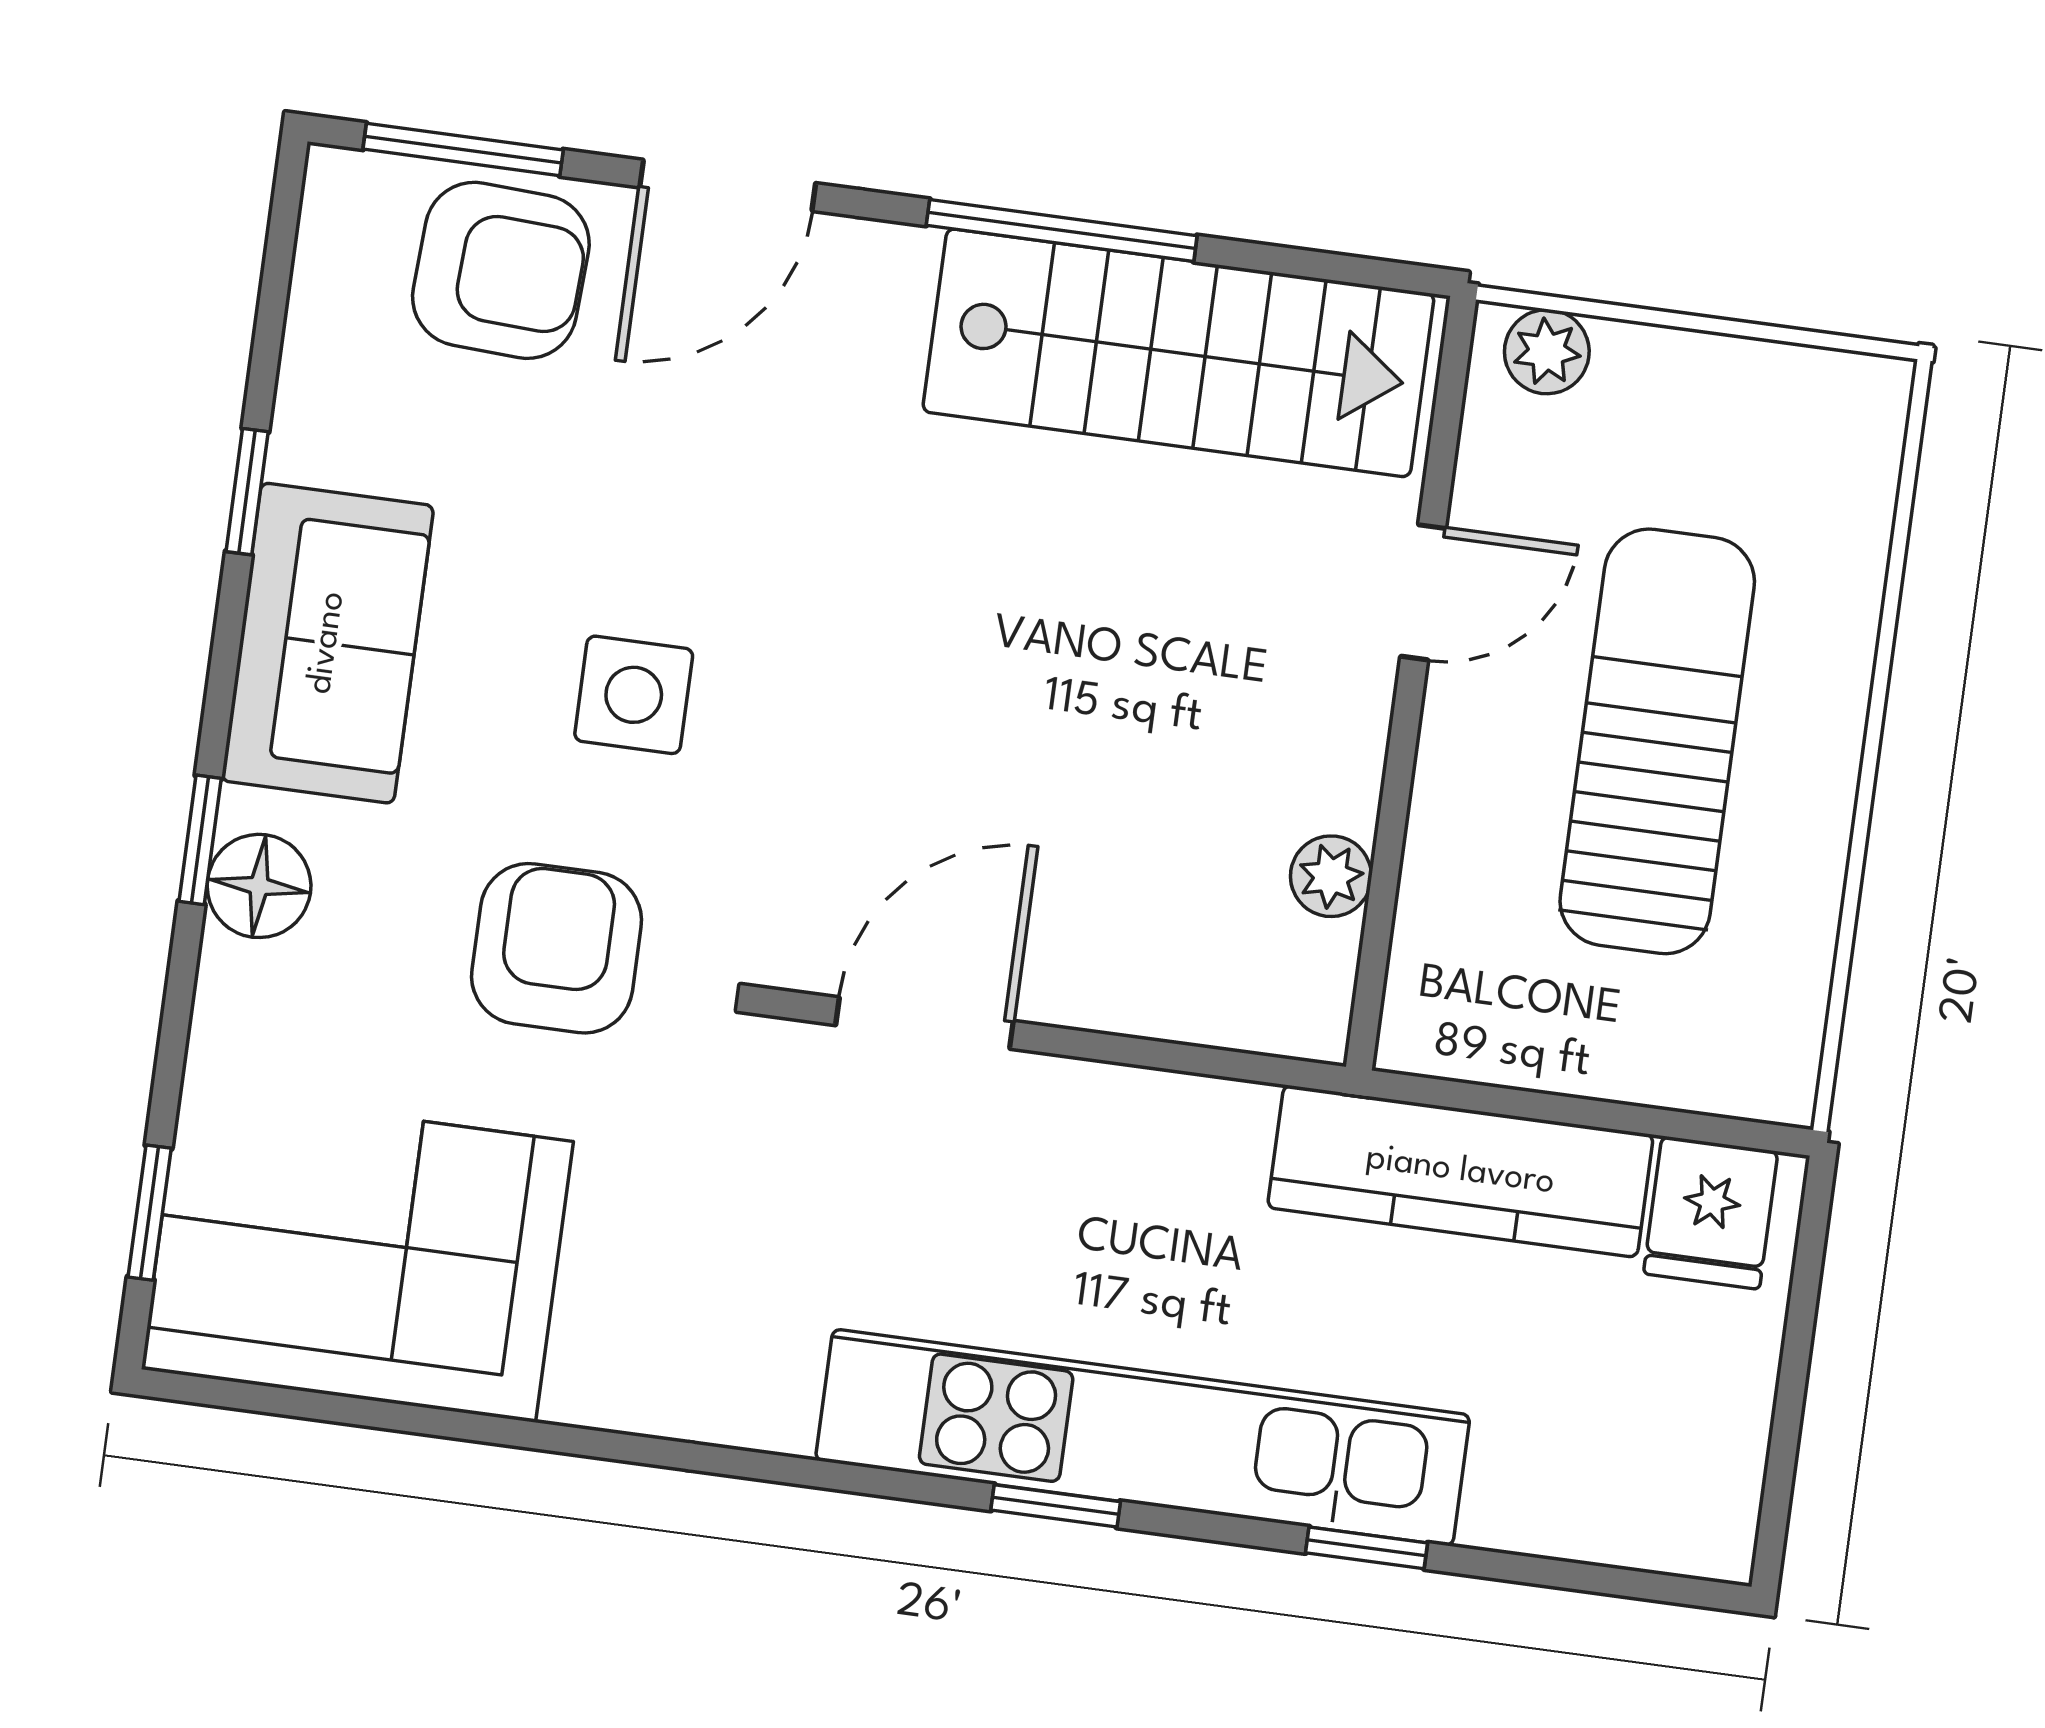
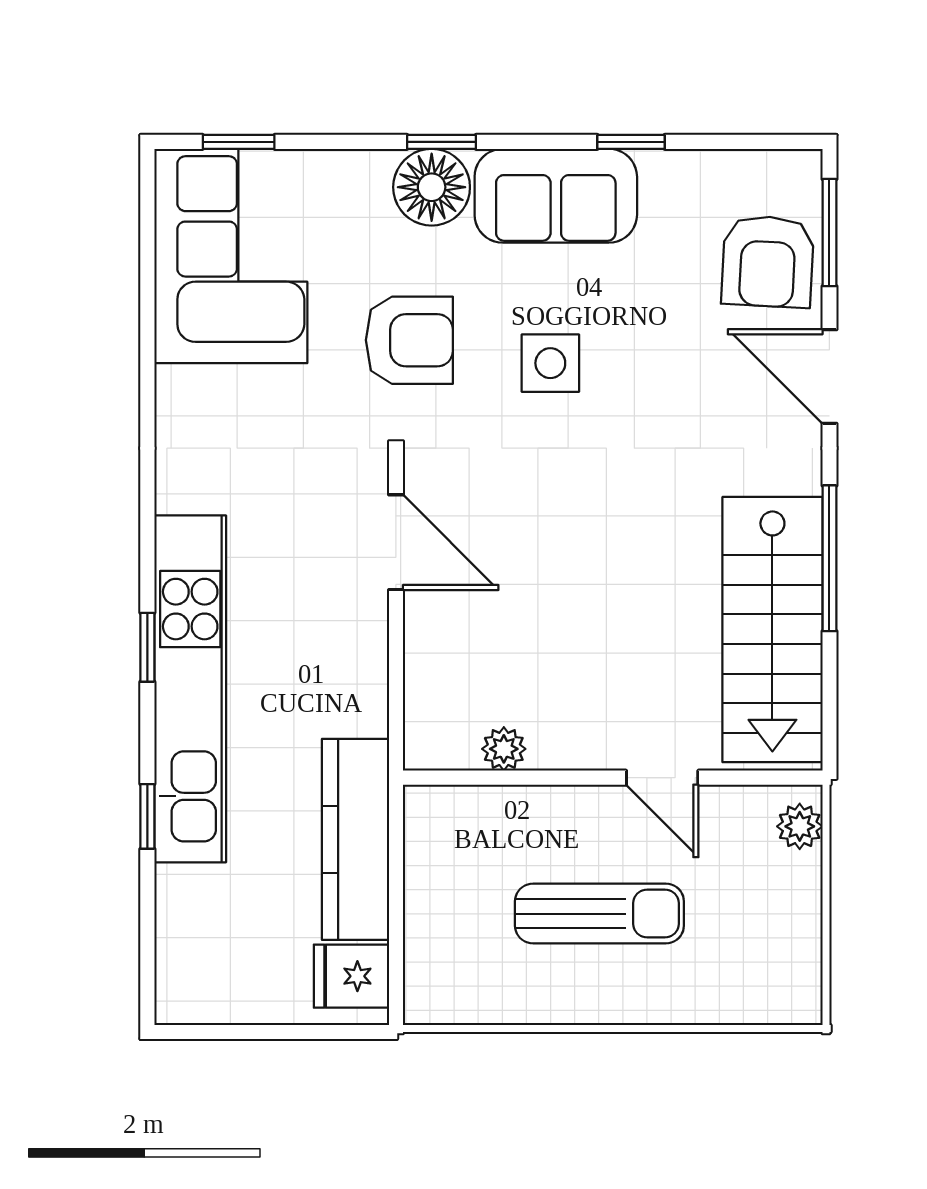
sun lounger: (1657, 741) -> (599, 914), width x0.73, depth x0.75
floor lamp: (259, 886) -> (432, 187), width x1.38, depth x1.38

